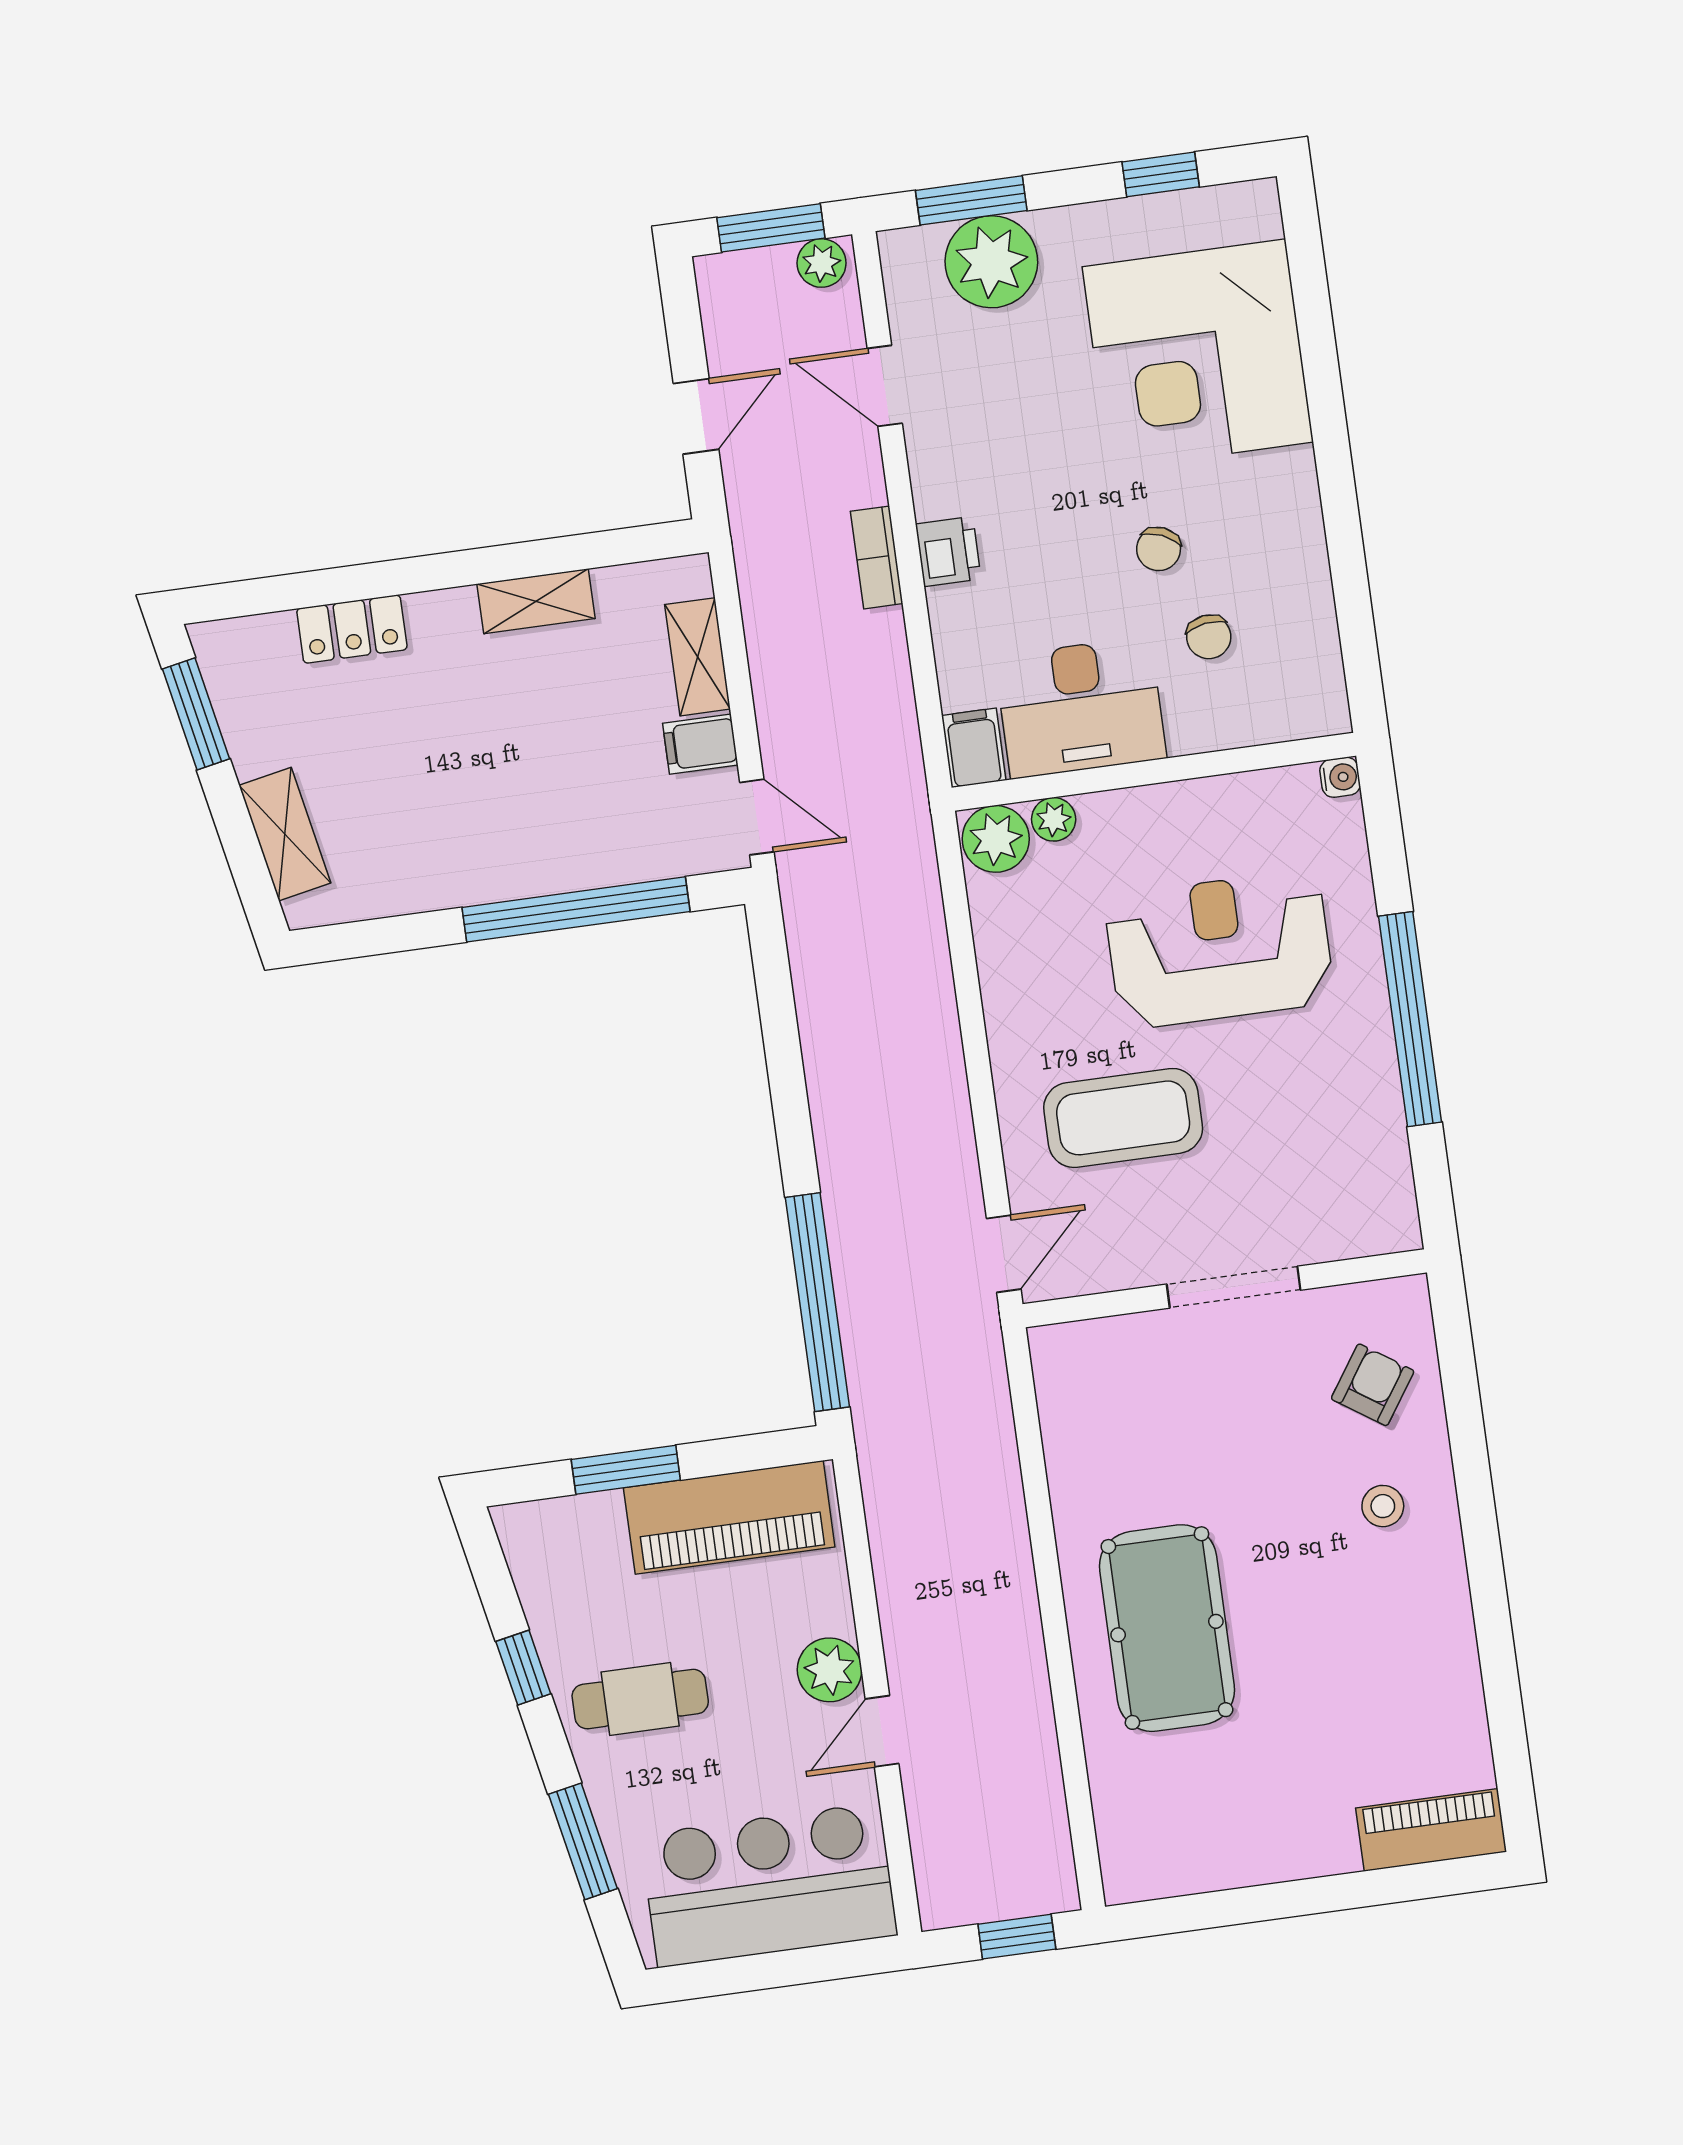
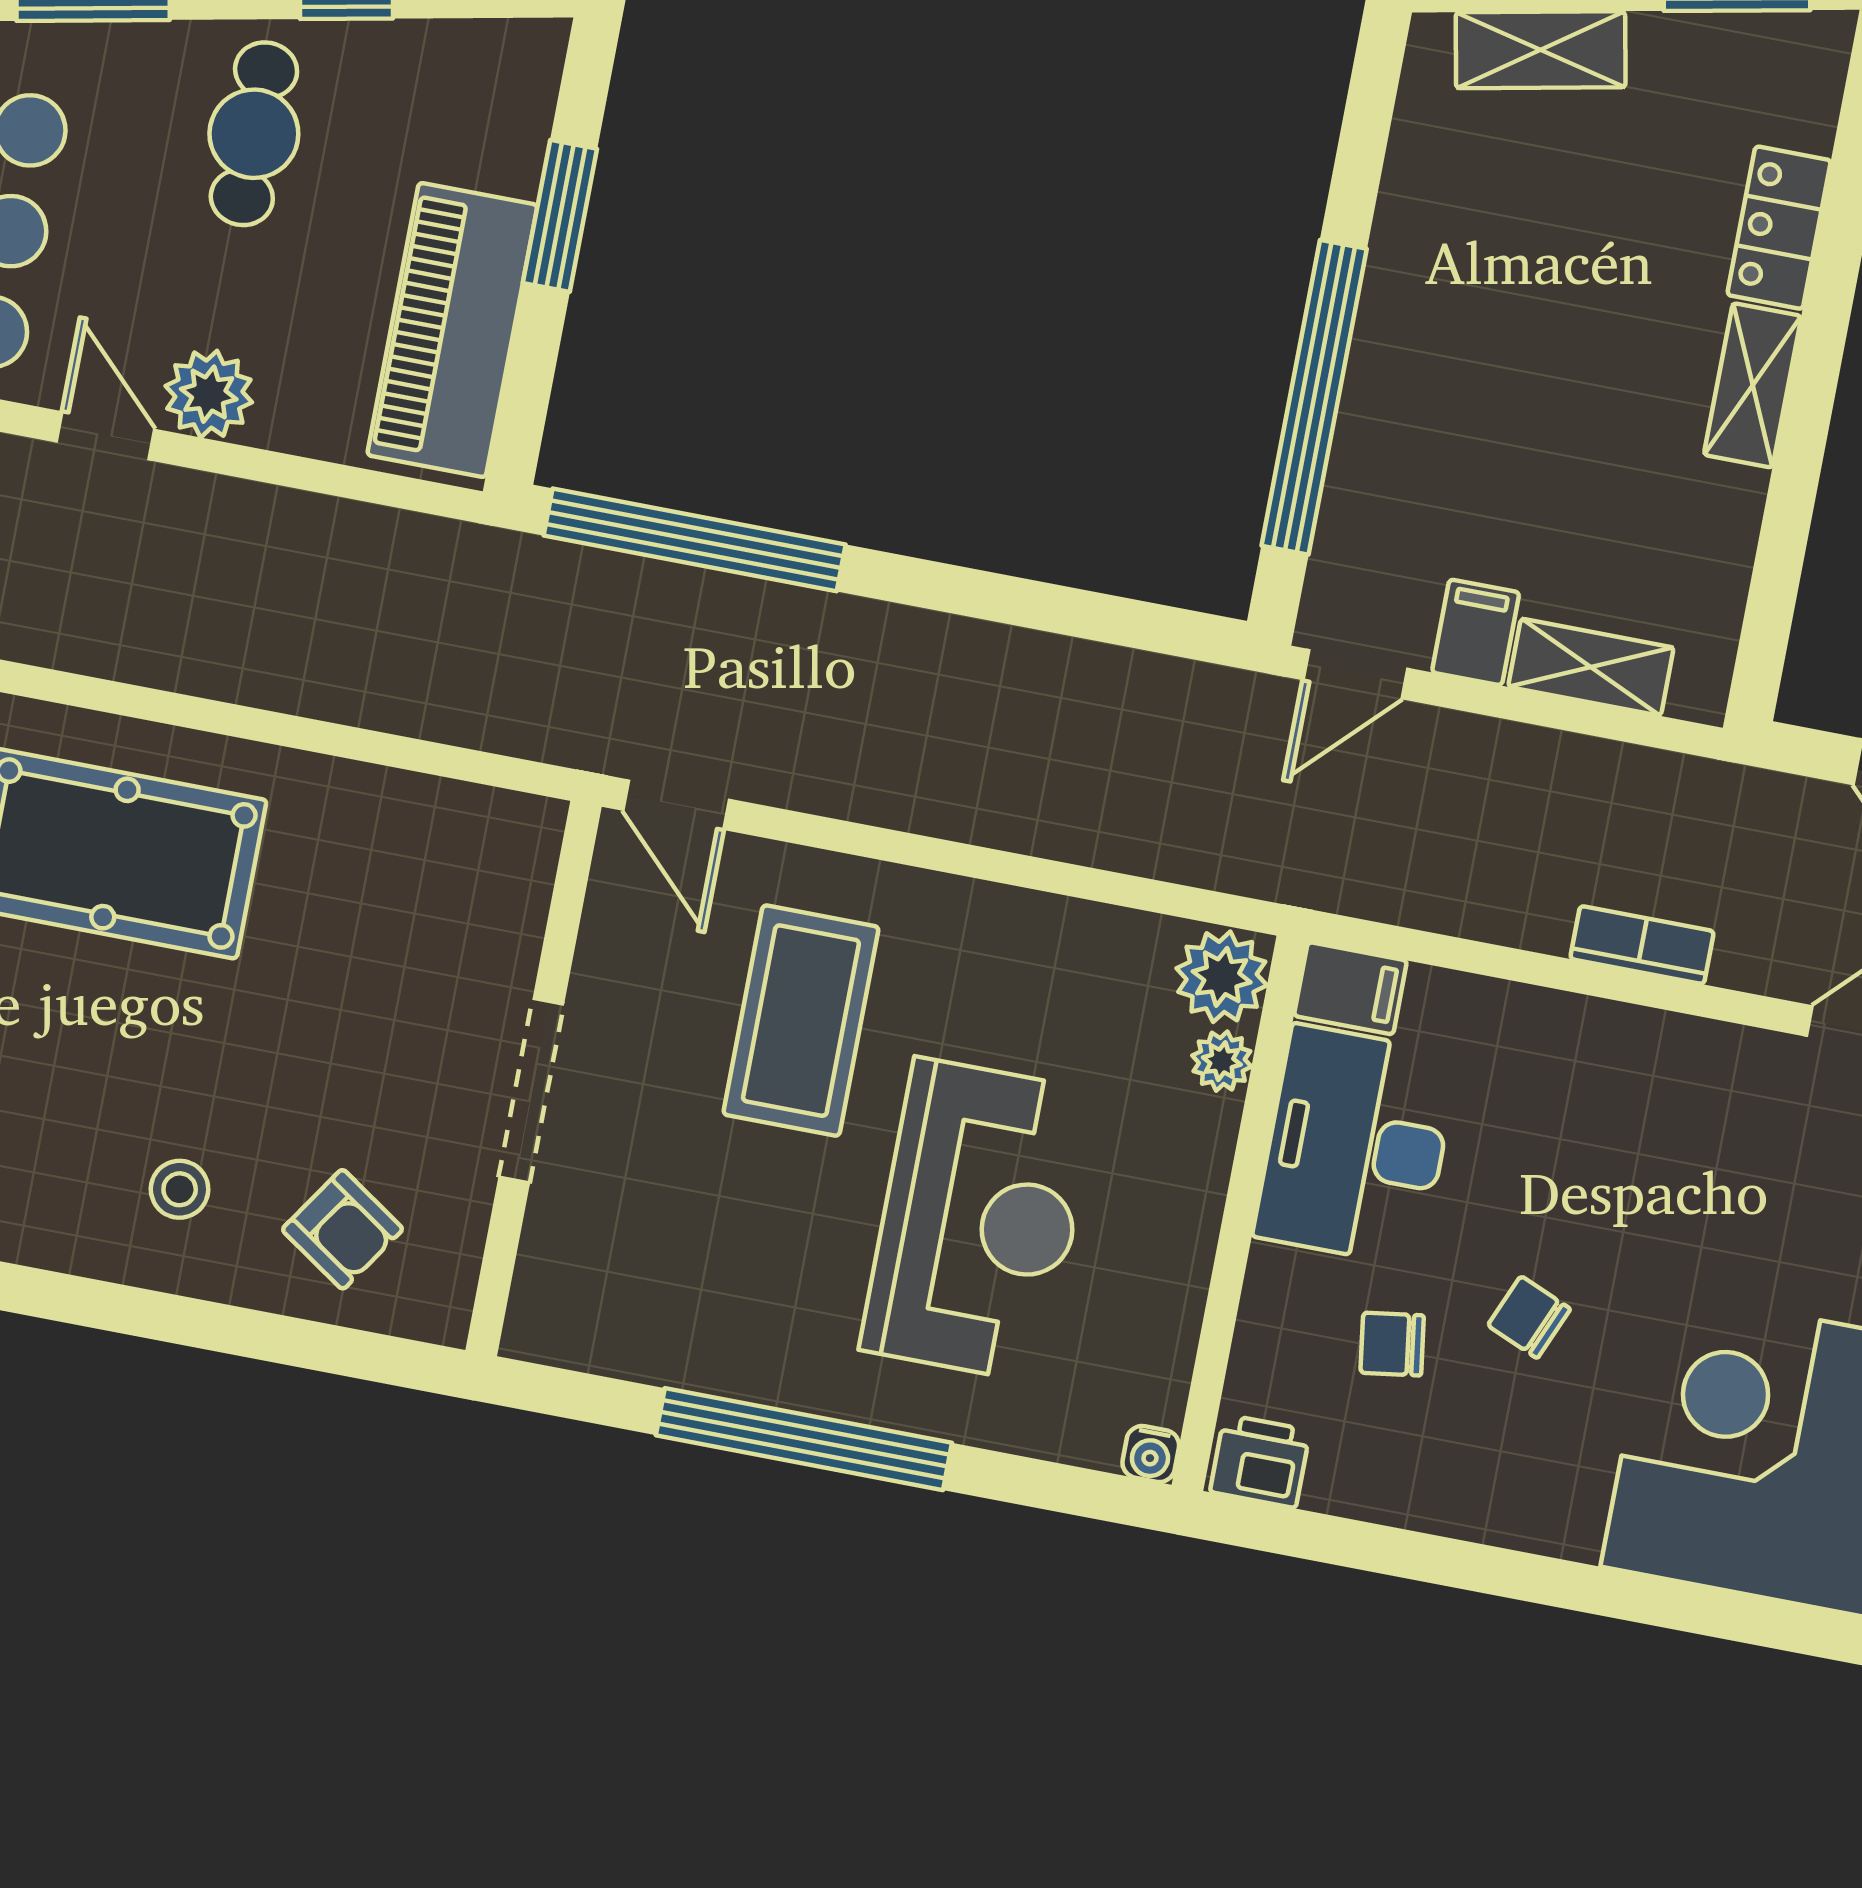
printer: (948, 551) -> (1260, 1461), moved, turned 180
shelving: (536, 601) -> (1753, 385), moved

